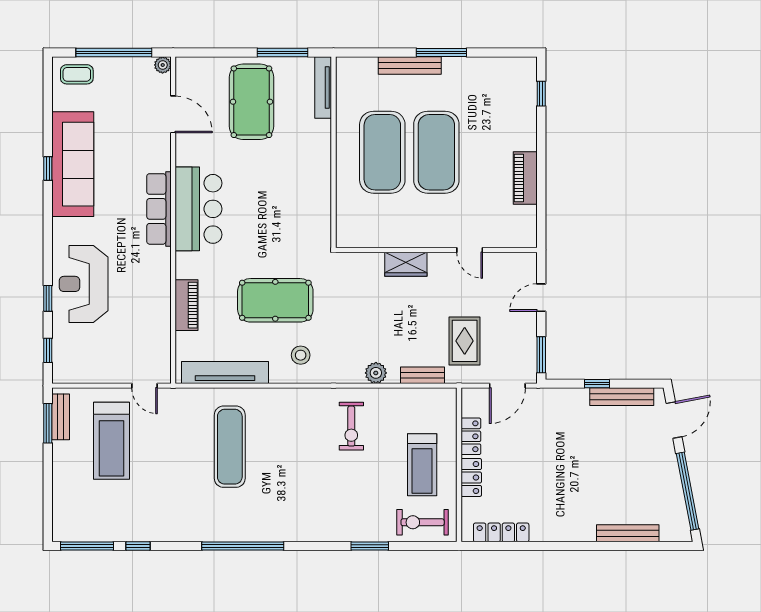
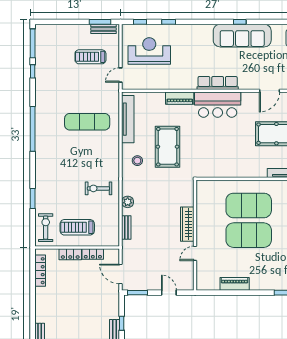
wardrobe: (406, 264) -> (187, 224), width x1.50
reception desk: (84, 284) -> (149, 51), moved
piano: (187, 305) -> (180, 98), moved
rug: (465, 341) -> (145, 251), removed
treadmill: (111, 441) -> (90, 57), width x0.73, depth x0.73

